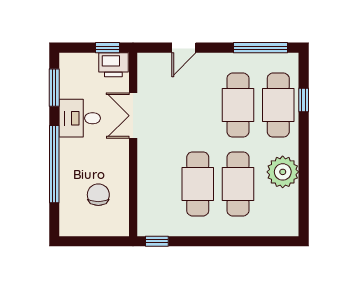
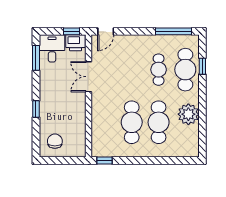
door: (184, 48) -> (106, 31), moved
cafe table: (238, 105) -> (159, 70), width x0.73, depth x0.74
desk: (80, 118) -> (52, 48), moved, turned 90
window: (54, 164) -> (36, 109), width x0.32
chair: (98, 195) -> (55, 141), moved

